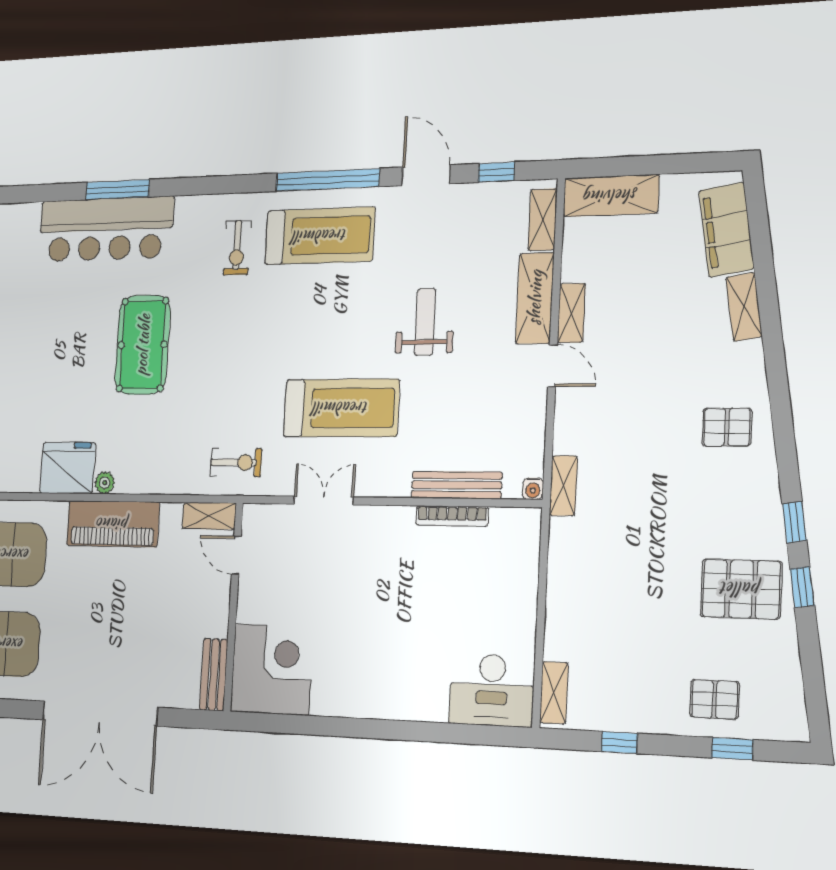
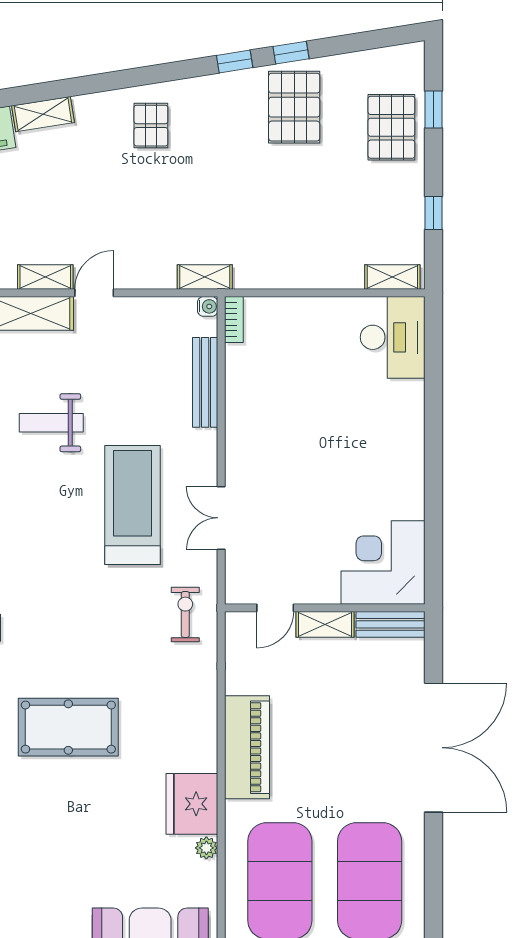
plant: (105, 483) -> (206, 848), moved
shelving: (209, 516) -> (325, 624), moved, turned 90
bookcase: (452, 516) -> (234, 319), moved, width x0.64
pallet: (715, 699) -> (391, 127), width x1.50, depth x1.42

